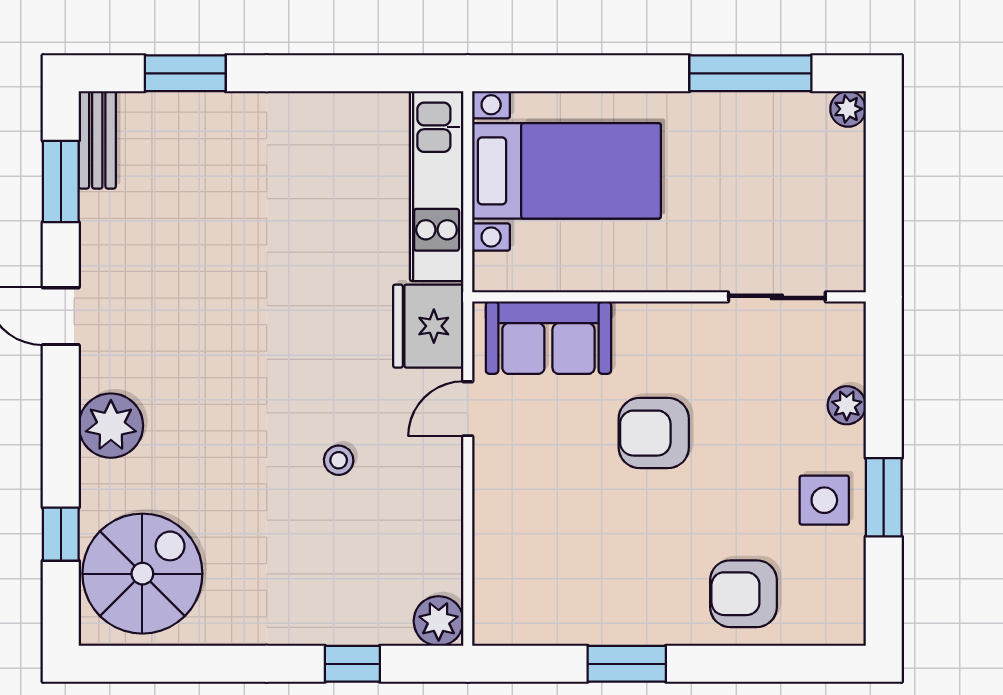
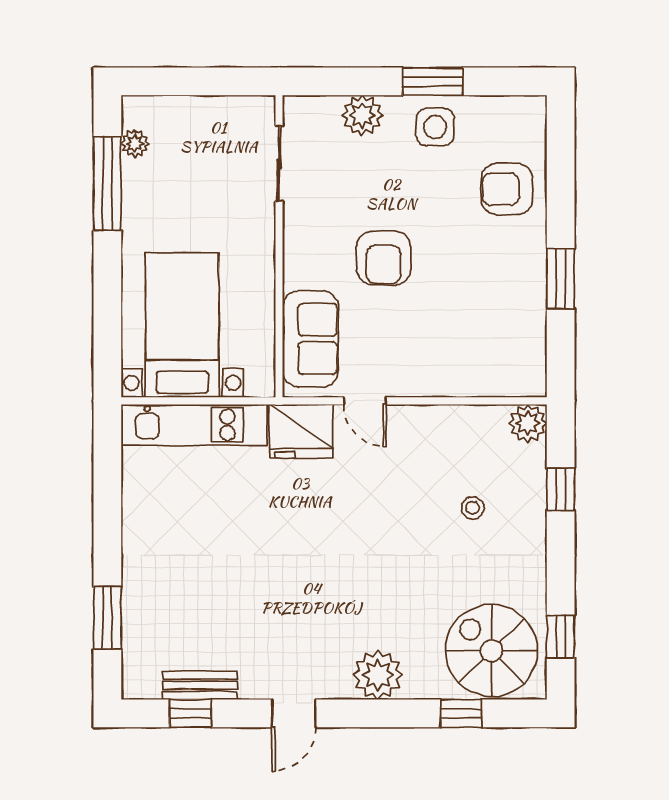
plant: (848, 109) -> (135, 144), moved
bench: (97, 140) -> (200, 685), moved
window: (61, 182) -> (190, 713), width x0.67
plant: (847, 405) -> (362, 115), width x1.38, depth x1.38
stool: (339, 460) -> (473, 508), moved
armchair: (743, 594) -> (507, 189), turned 90
window: (161, 664) -> (561, 637), added

